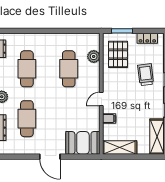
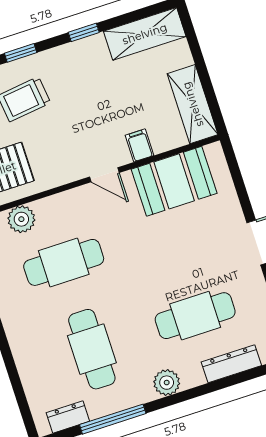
cafe table: (27, 69) -> (92, 349), turned 90
booth: (83, 143) -> (174, 181), moved, turned 90

